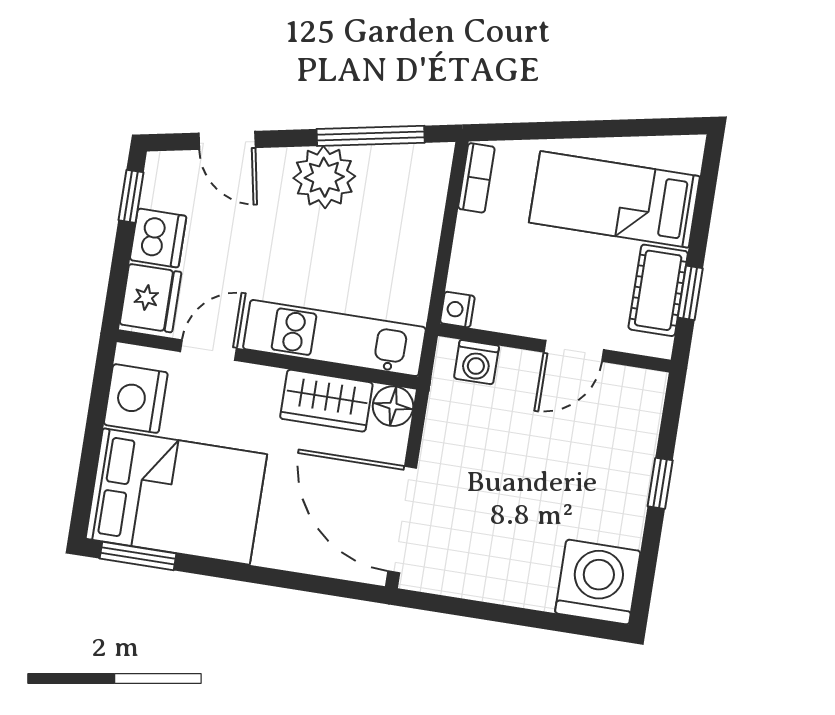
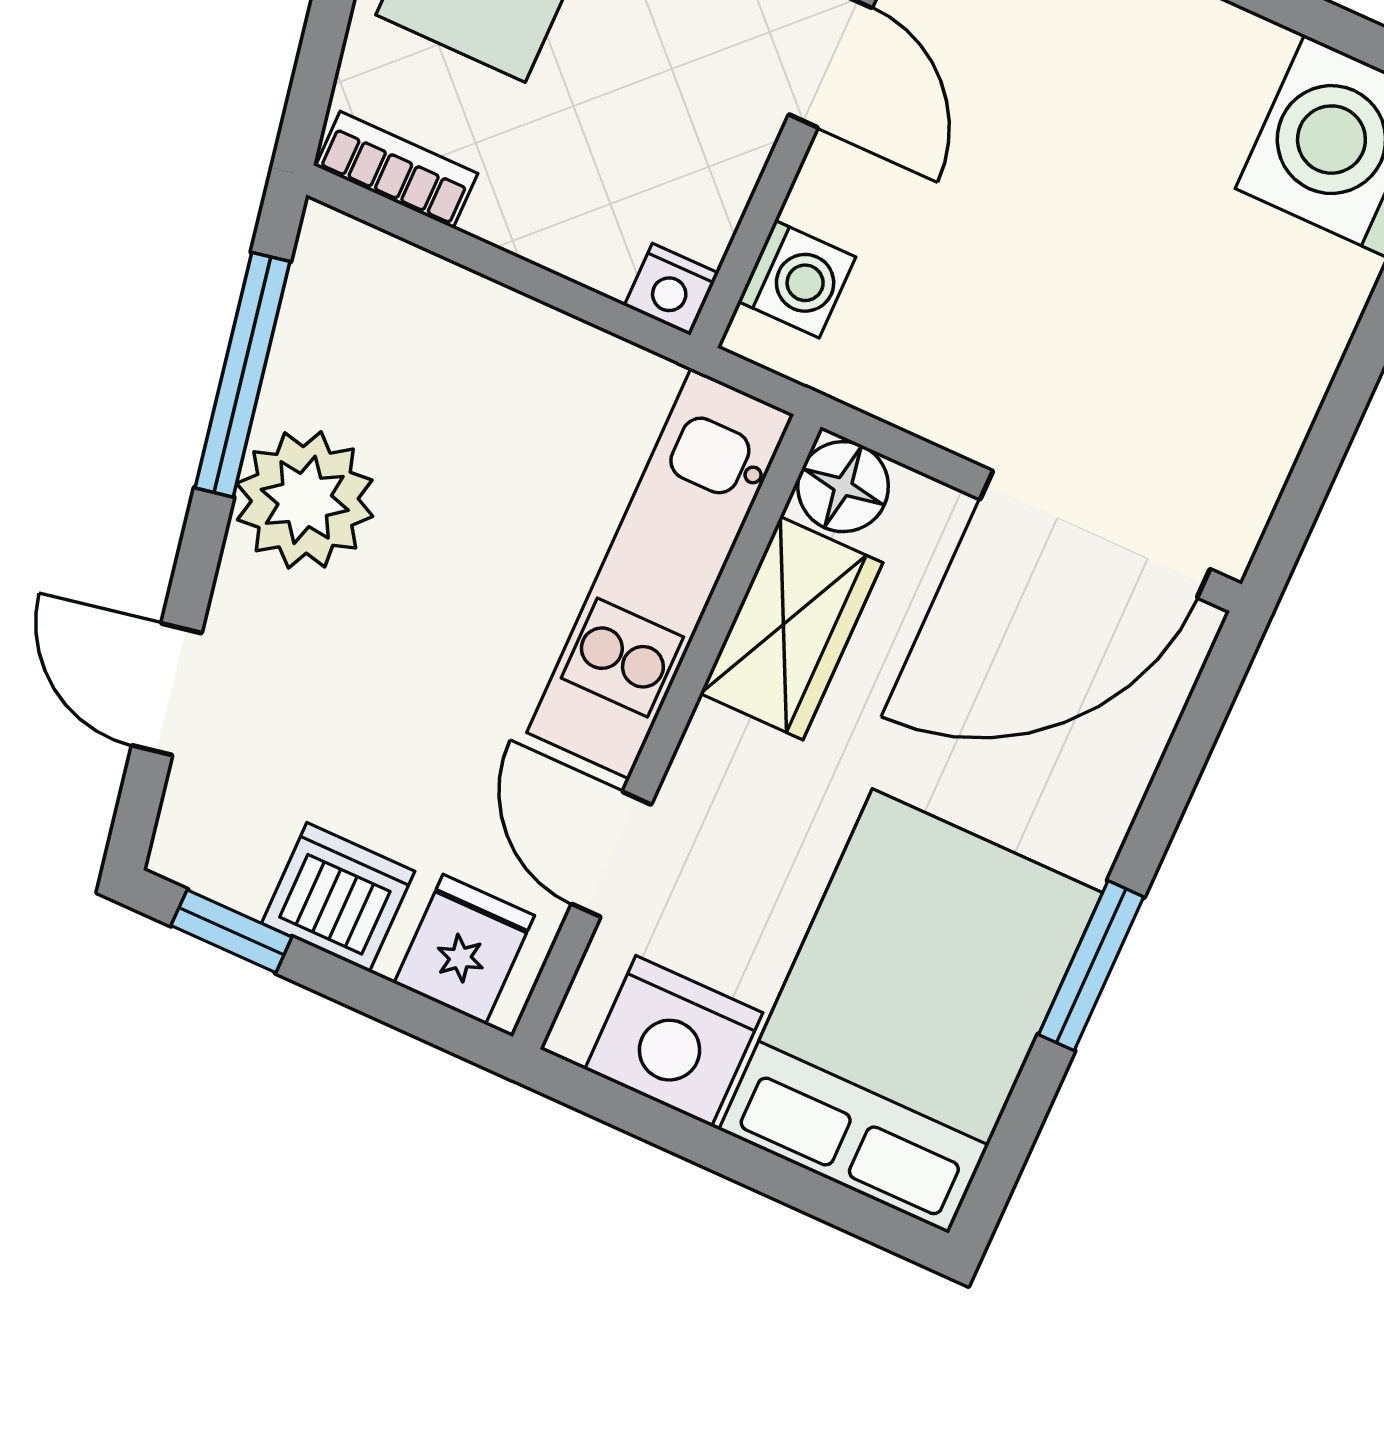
door: (227, 140) -> (167, 689), swing flipped
fridge: (151, 298) -> (464, 949), width x0.72
window: (138, 556) -> (1091, 966), moved

